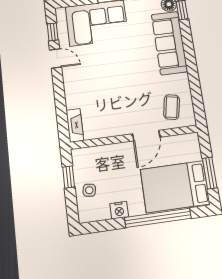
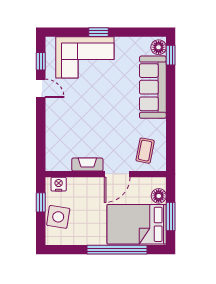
fireplace: (75, 125) -> (87, 165), moved, turned -90
floor lamp: (193, 153) -> (159, 196), added
side table: (89, 190) -> (58, 217), width x1.87, depth x1.87
nightstand: (119, 210) -> (59, 184), moved, turned 180

